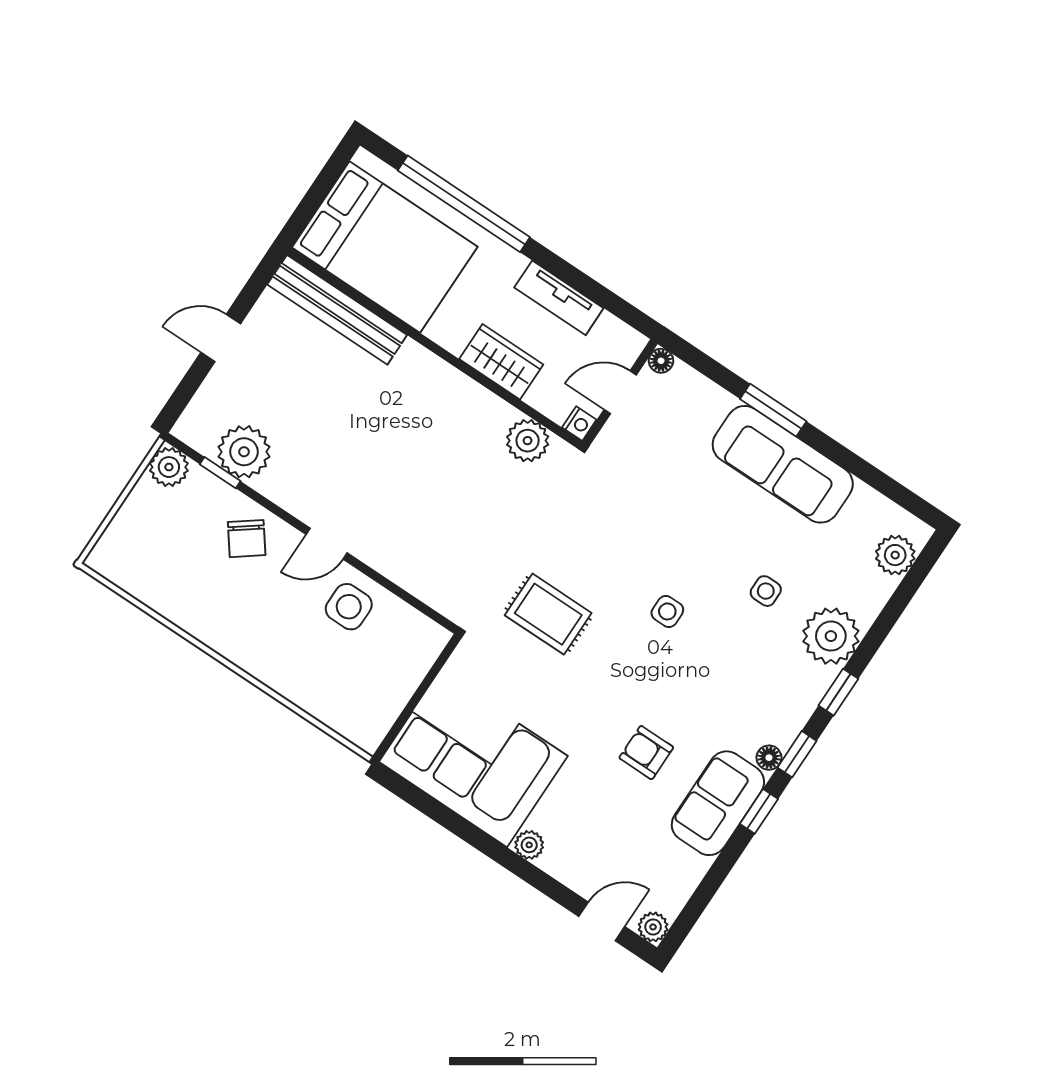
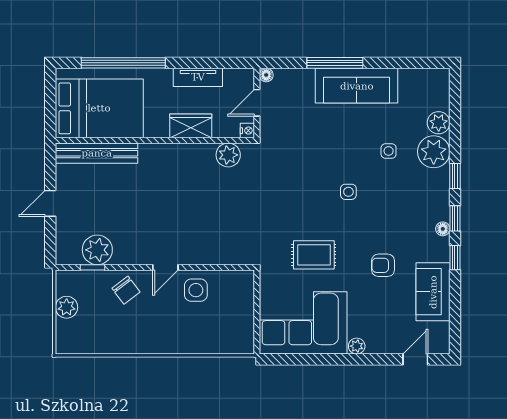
window: (773, 410) -> (335, 63), width x1.44
plant: (169, 467) -> (67, 307), moved
plant: (895, 555) -> (439, 123), moved
rug: (548, 614) -> (314, 255), moved
sofa: (718, 803) -> (433, 292), moved
plant: (653, 927) -> (441, 346), removed

